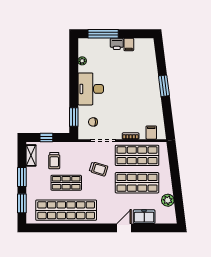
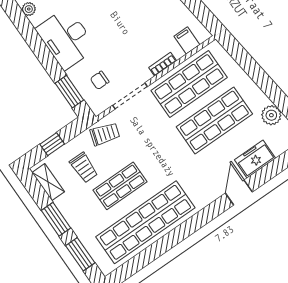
trolley: (98, 169) -> (105, 134), moved

